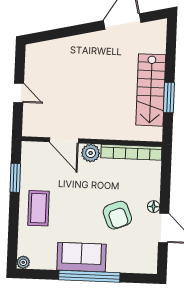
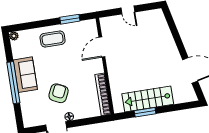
door: (19, 93) -> (128, 10), hinge flipped
plant: (91, 153) -> (97, 67), removed
armchair: (117, 215) -> (59, 93), turned 137

